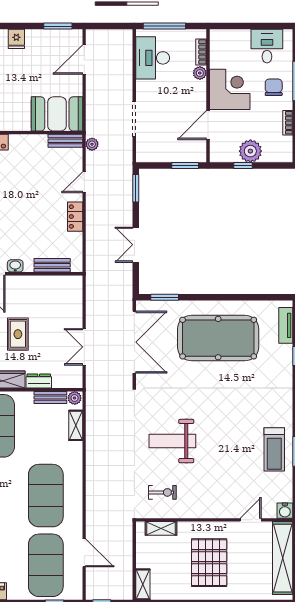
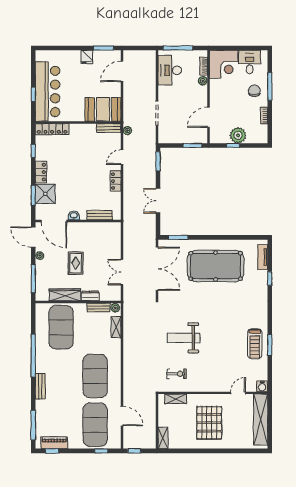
fridge: (16, 39) -> (87, 57), moved
corner desk: (230, 89) -> (224, 64), moved, turned 90

